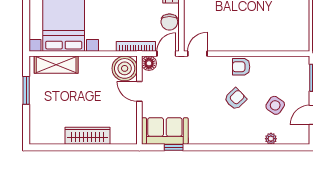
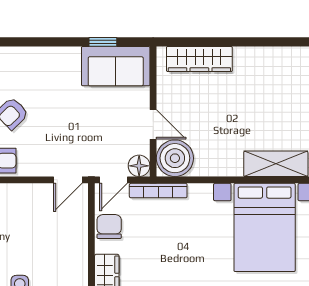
wardrobe: (87, 136) -> (199, 59), moved

